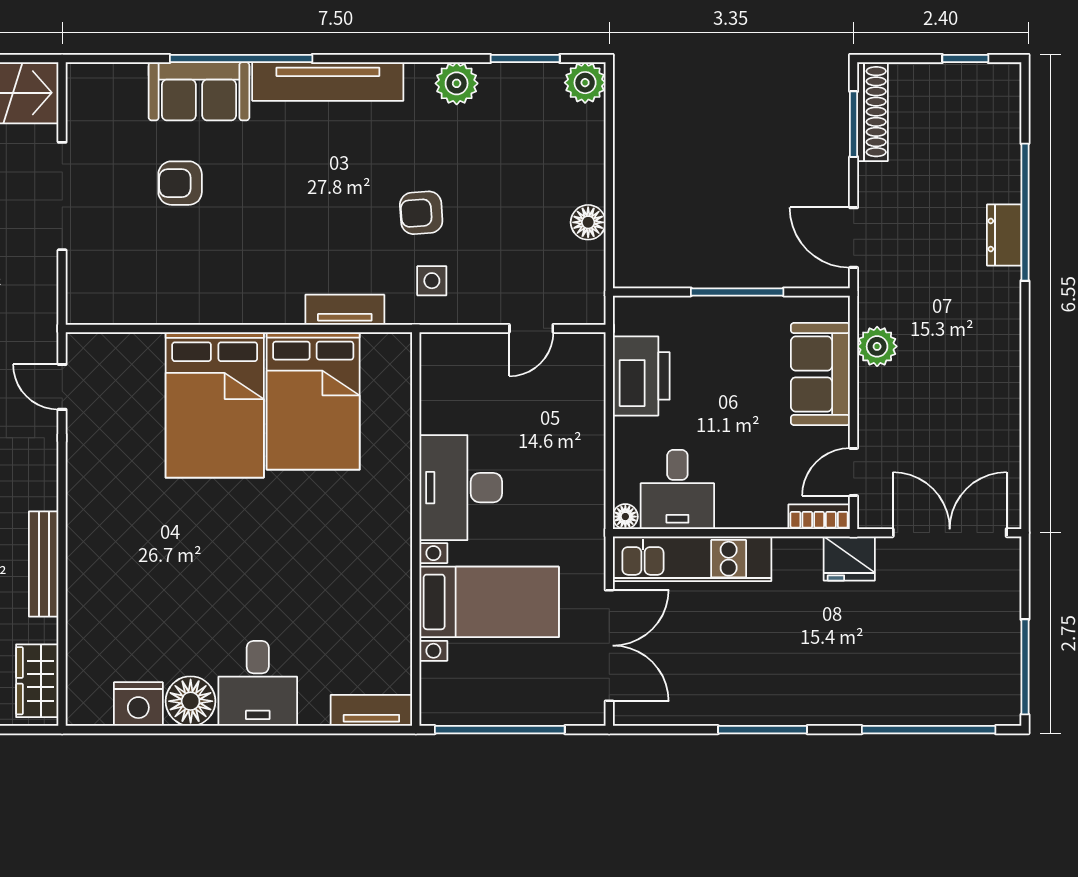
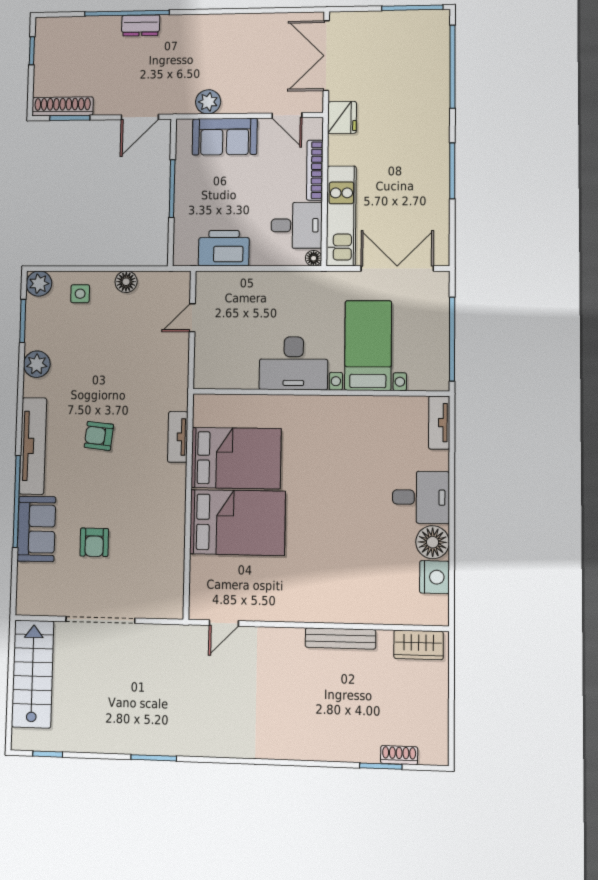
armchair: (421, 213) -> (99, 436), moved, turned 100
side table: (432, 281) -> (80, 294), moved
door: (531, 328) -> (192, 318), swing flipped
bookcase: (819, 517) -> (315, 170), moved, width x1.56

